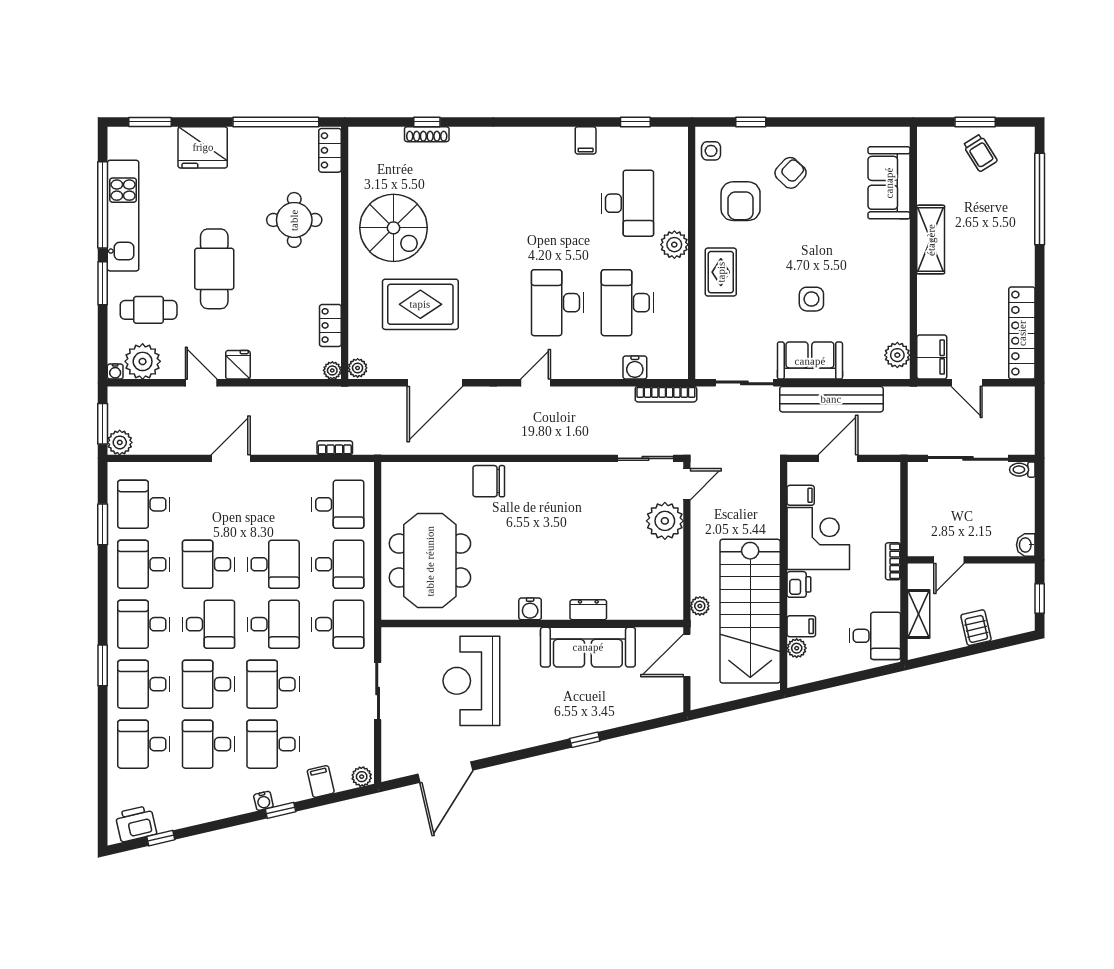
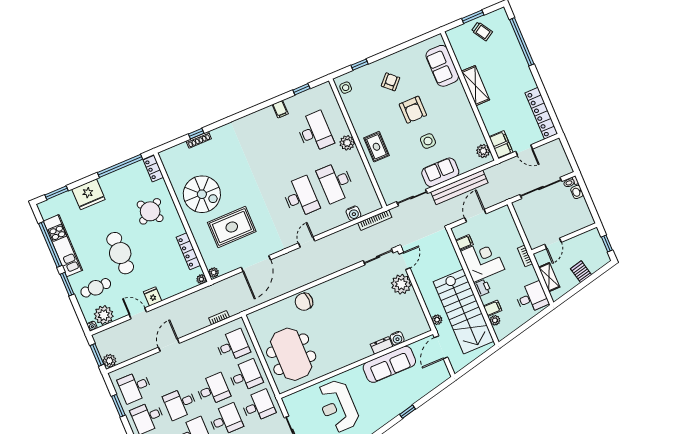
armchair: (741, 201) -> (413, 110), moved
round table: (294, 220) -> (150, 211), turned -31
desk: (557, 303) -> (301, 197), turned 180
locker: (330, 325) -> (188, 251), width x1.53
washbasin: (1026, 545) -> (577, 192), moved
water cooler: (530, 609) -> (397, 338), moved

